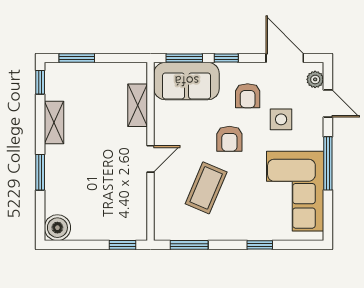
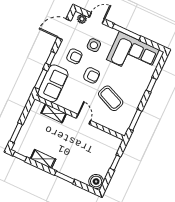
window: (122, 245) -> (115, 163), moved

